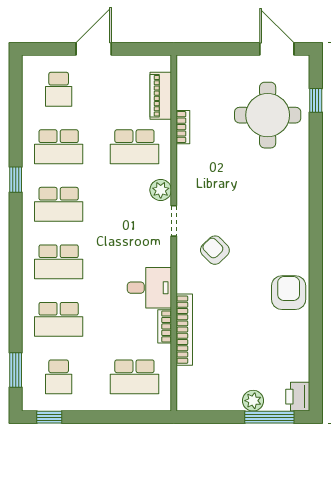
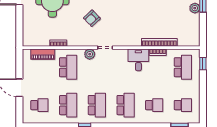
armchair: (215, 250) -> (92, 18), moved
school desk: (59, 319) -> (154, 105), width x0.54
window: (49, 417) -> (203, 64), moved

